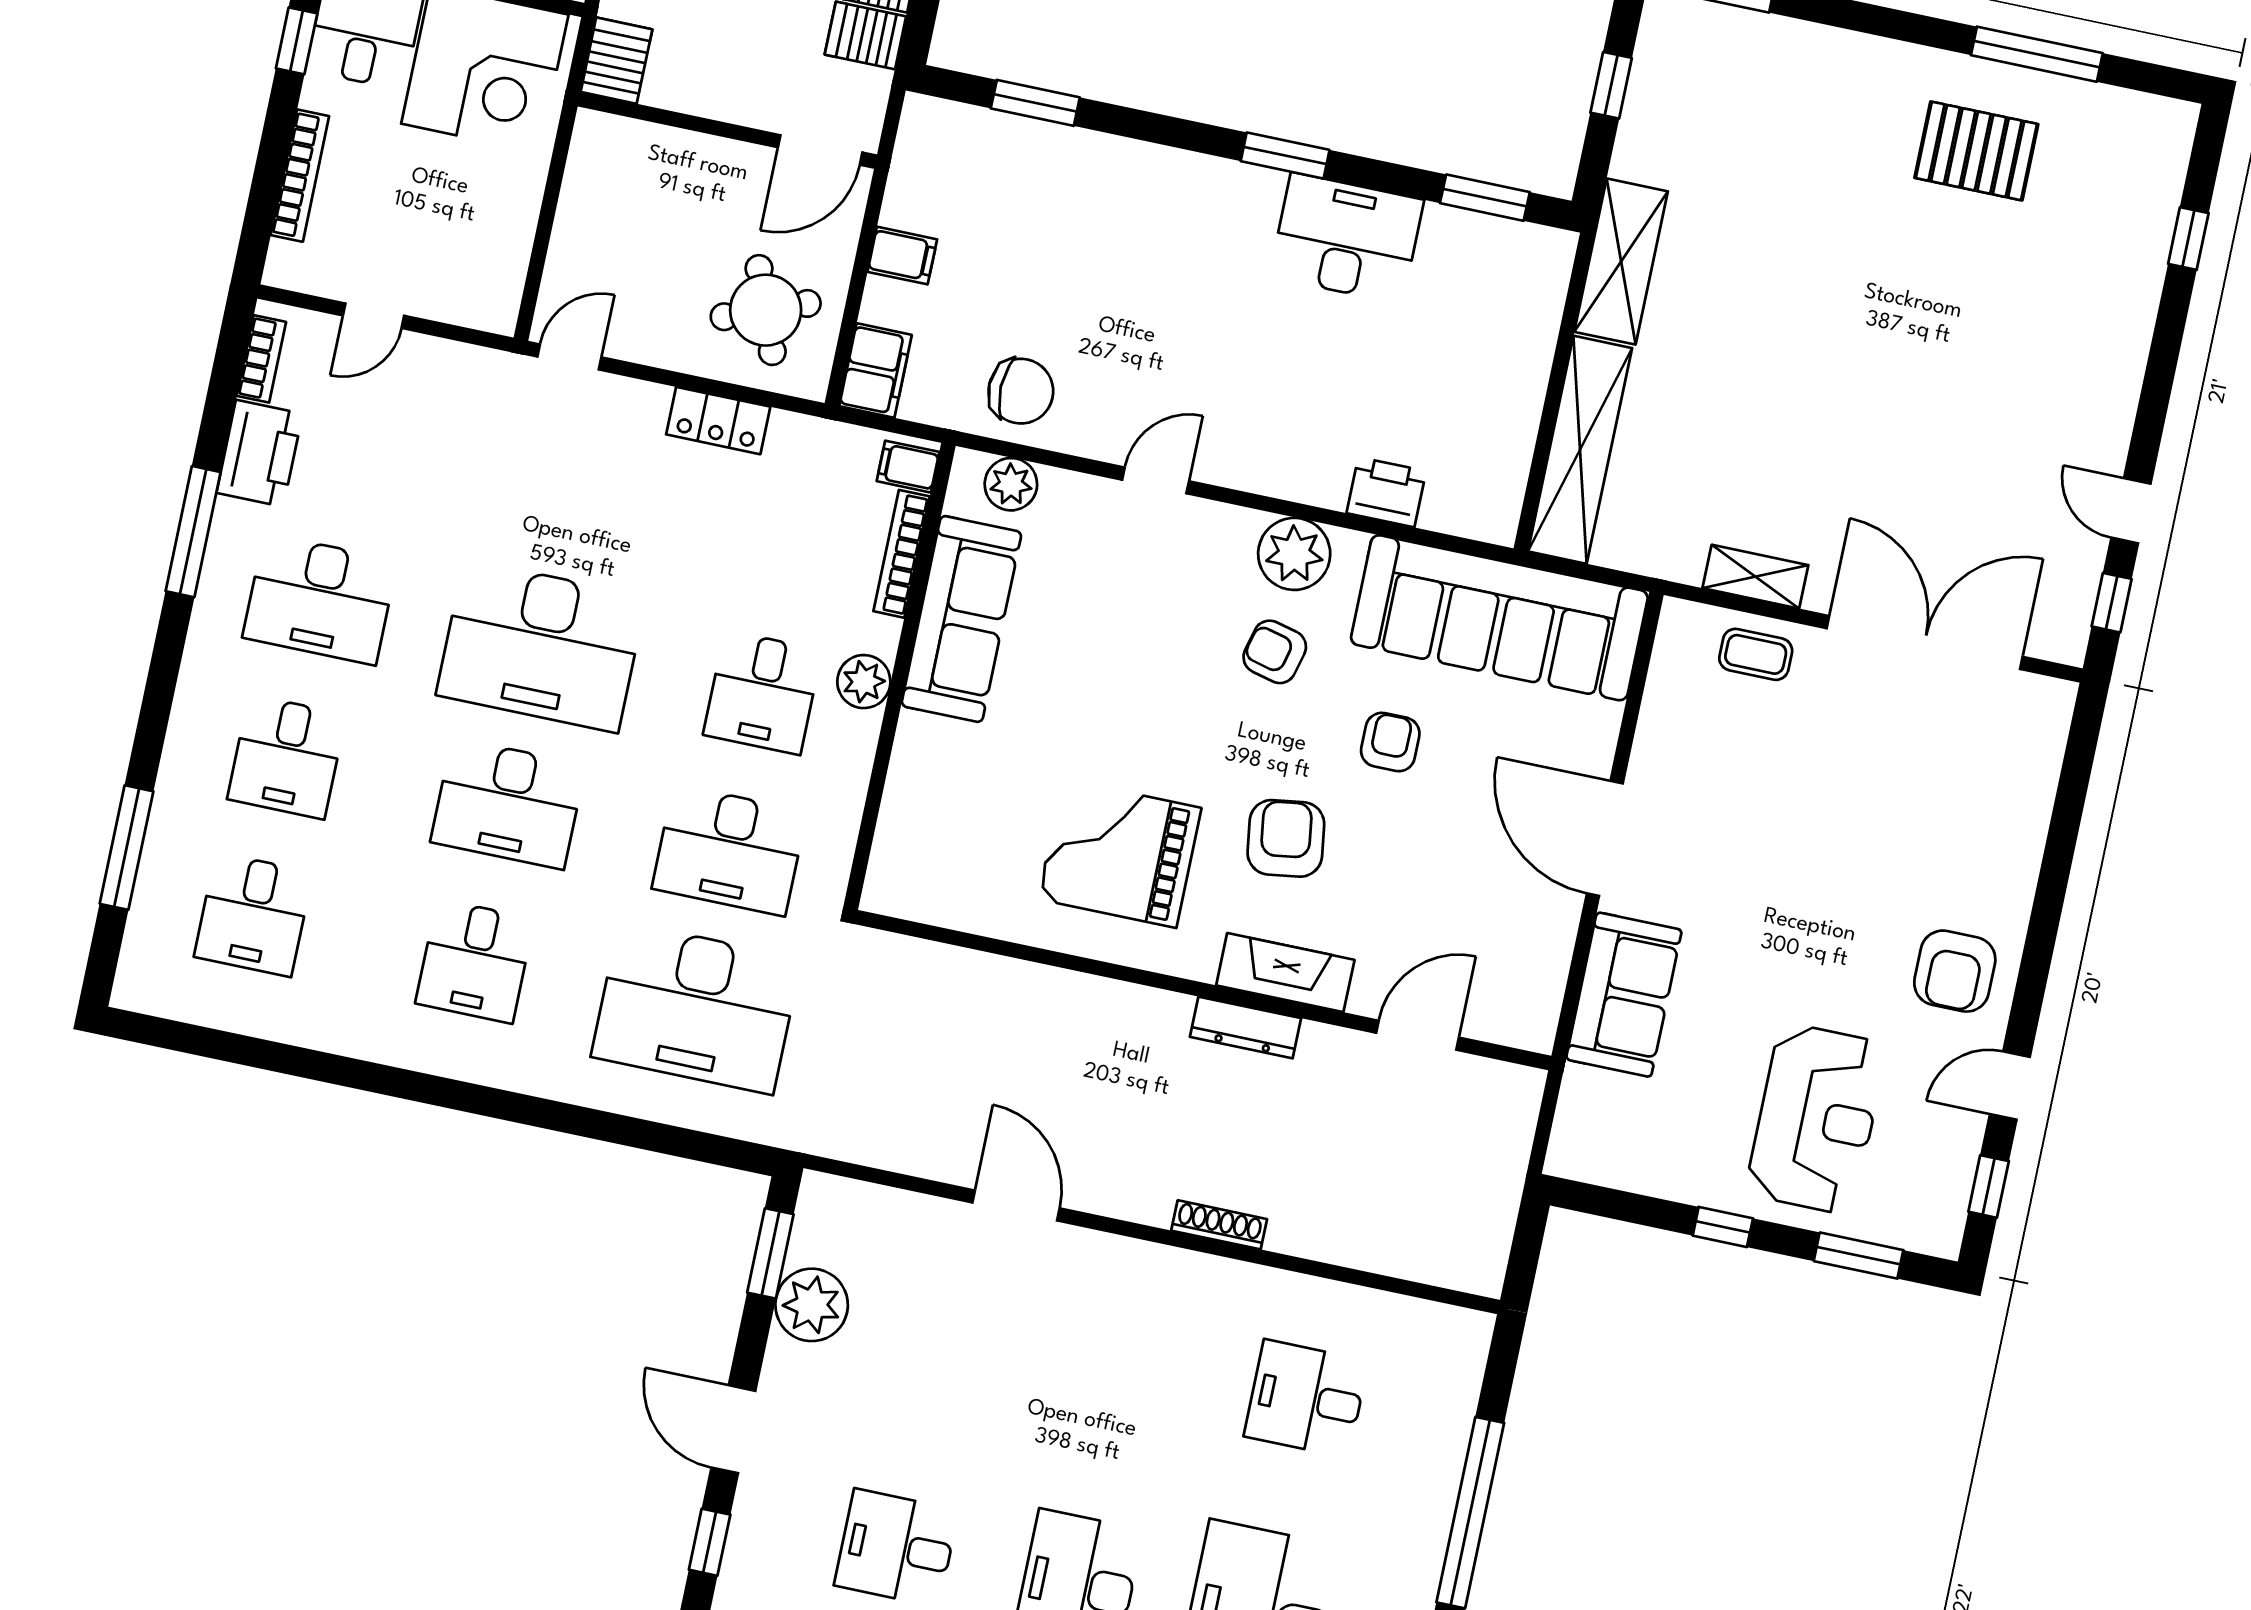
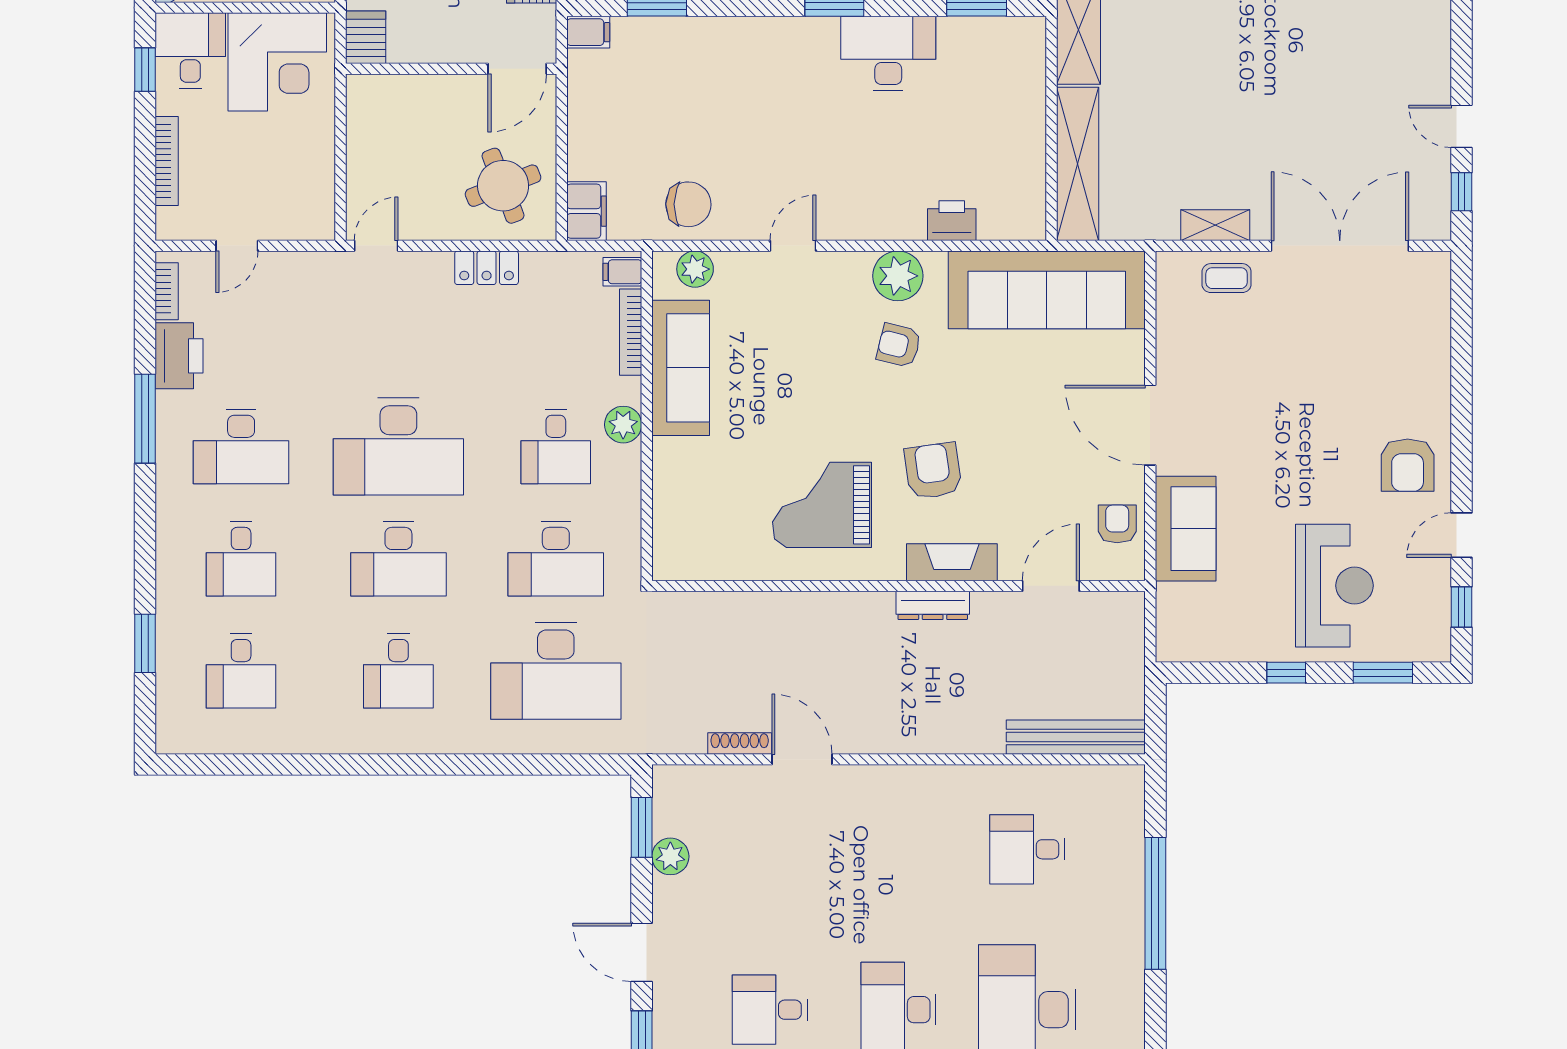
filing cabinet: (902, 256) -> (588, 32), moved
armchair: (1390, 742) -> (1117, 524), moved
window: (127, 848) -> (145, 643), width x0.69
shoe rack: (1219, 1225) -> (740, 743), moved
bench: (1408, 1255) -> (1076, 737), added
plant: (812, 1305) -> (670, 856), width x0.73, depth x0.73

